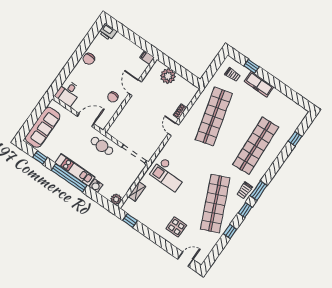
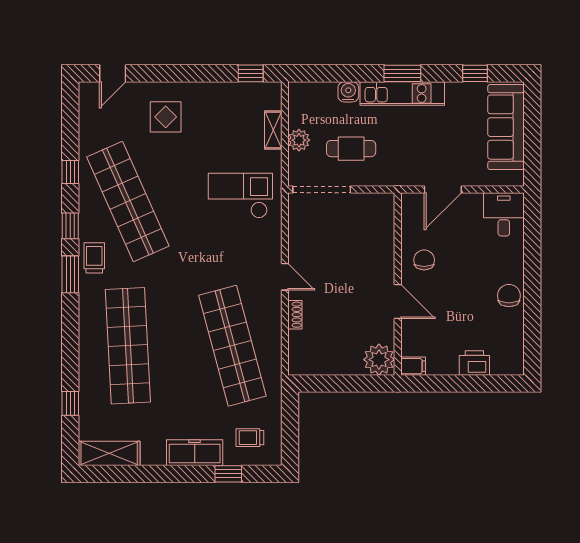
printer: (108, 32) -> (474, 363), moved
plant: (168, 76) -> (379, 360), moved
shelving: (293, 108) -> (109, 453), added
cafe table: (102, 146) -> (351, 149), moved
window: (69, 178) -> (402, 73), width x0.47
plant: (116, 199) -> (299, 140), moved

